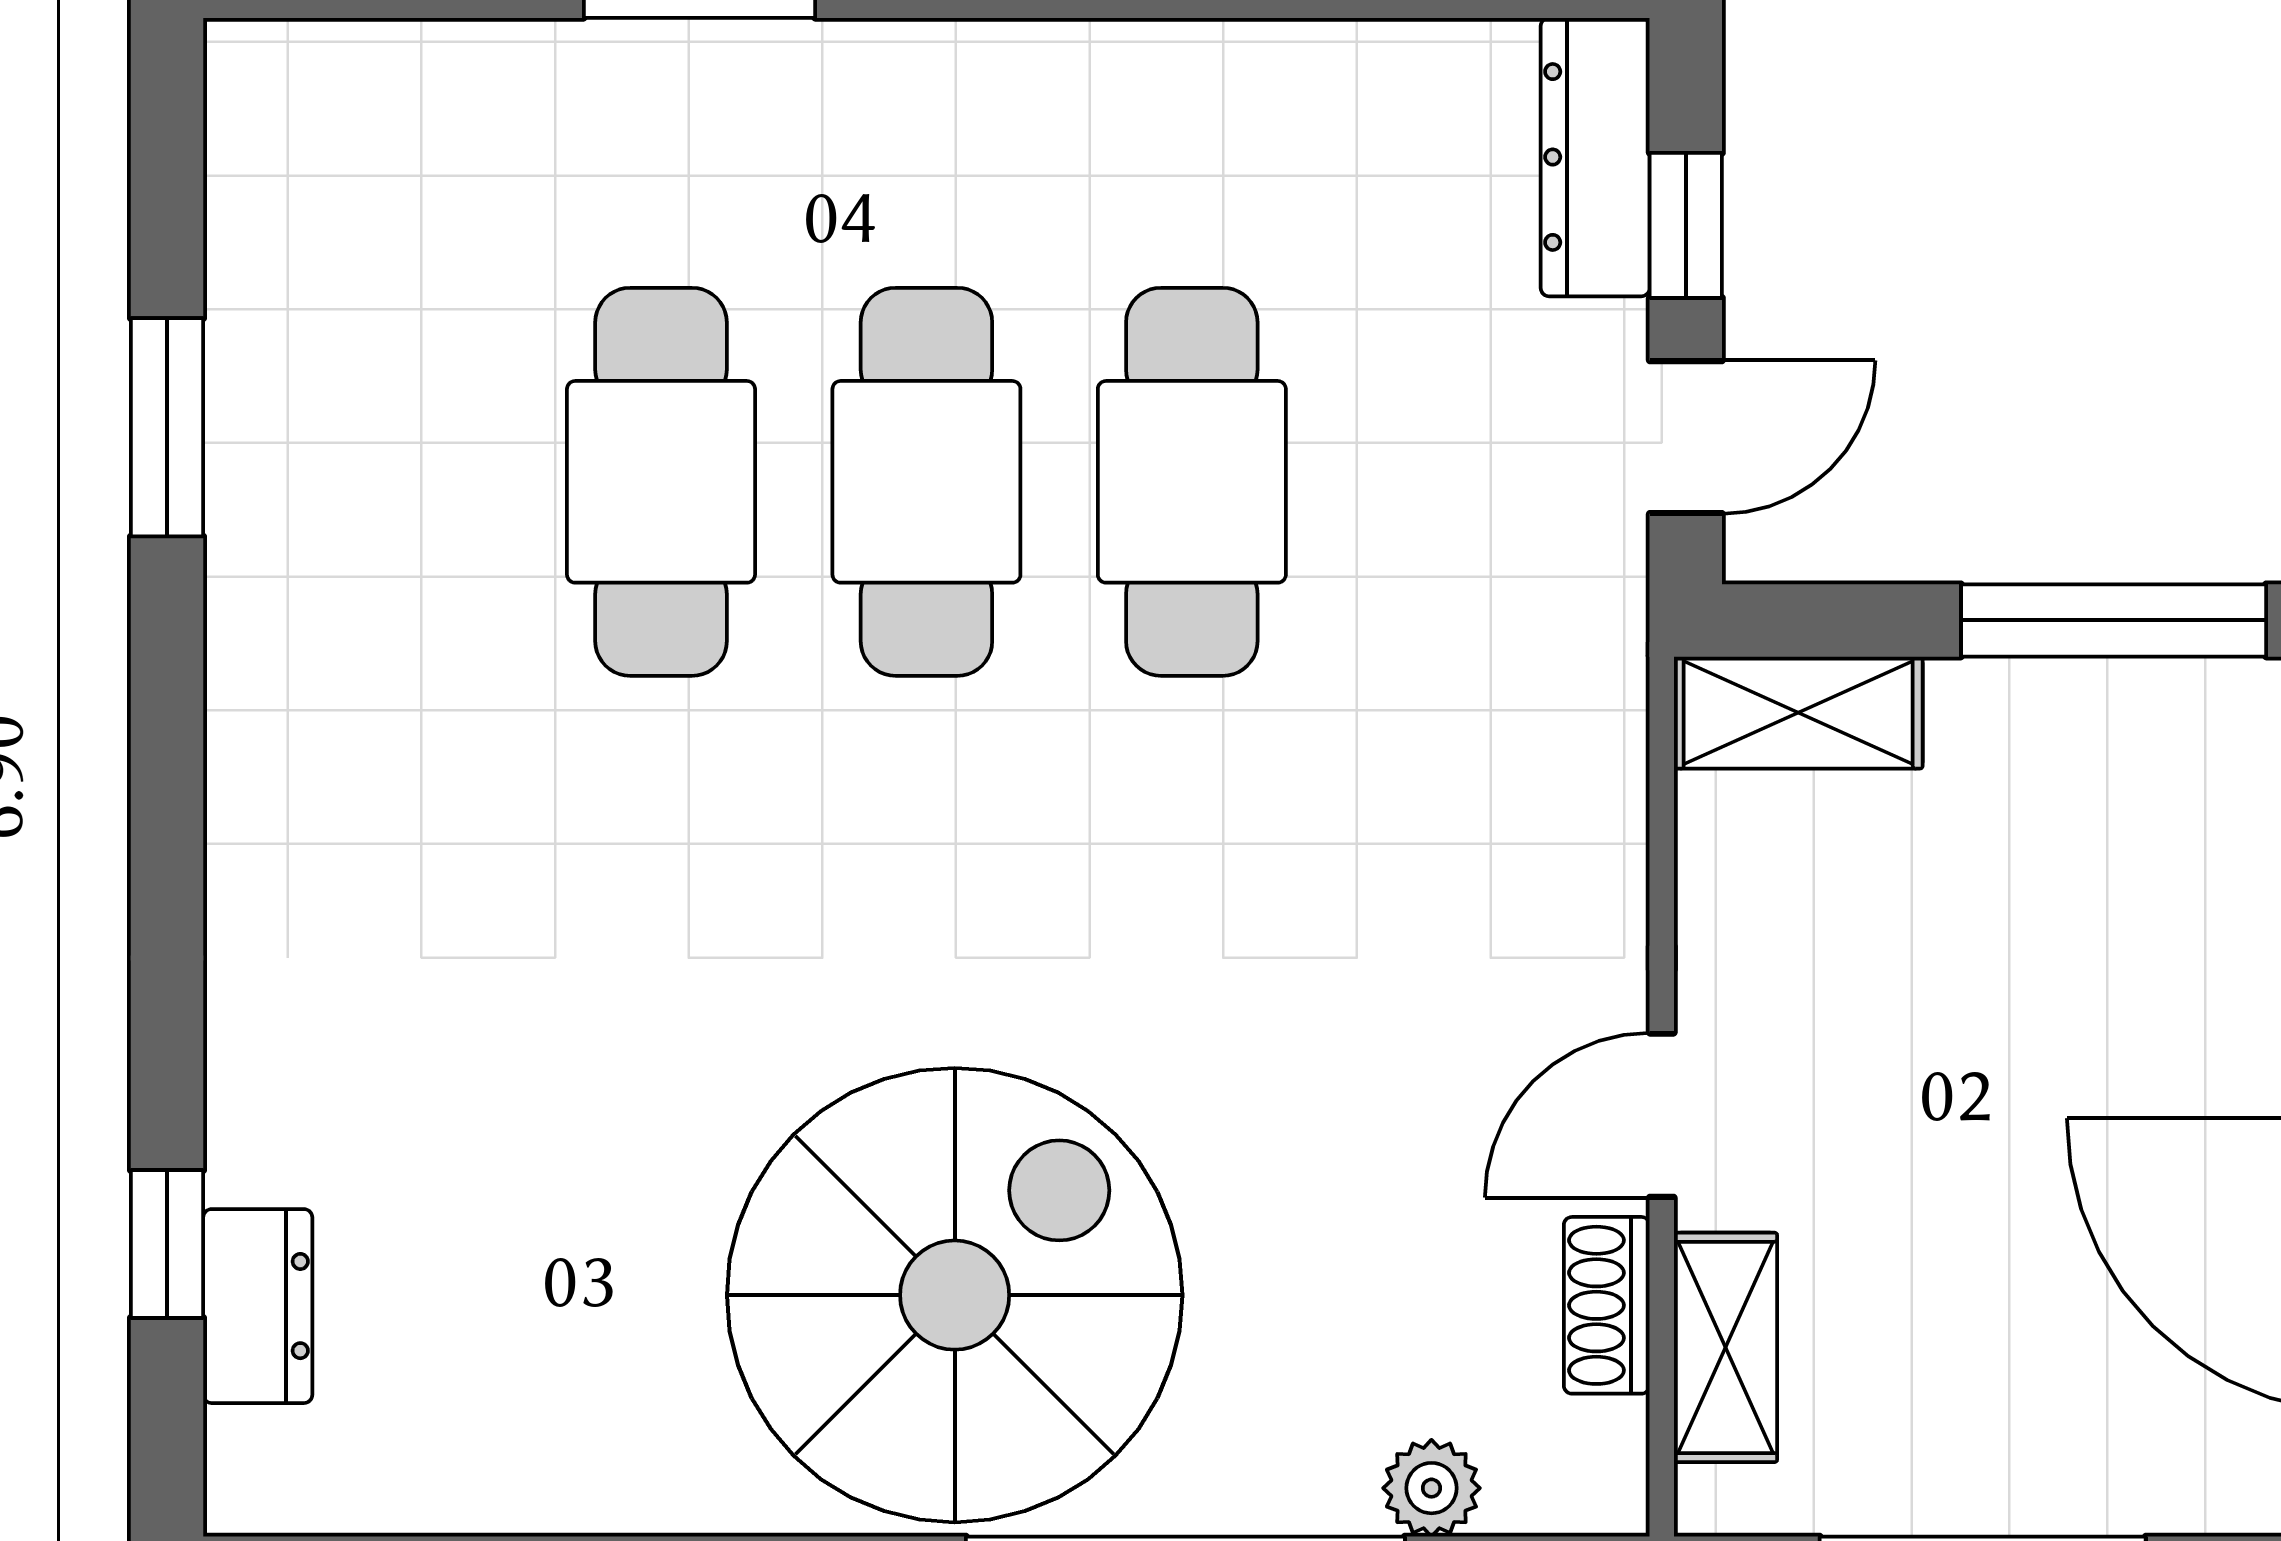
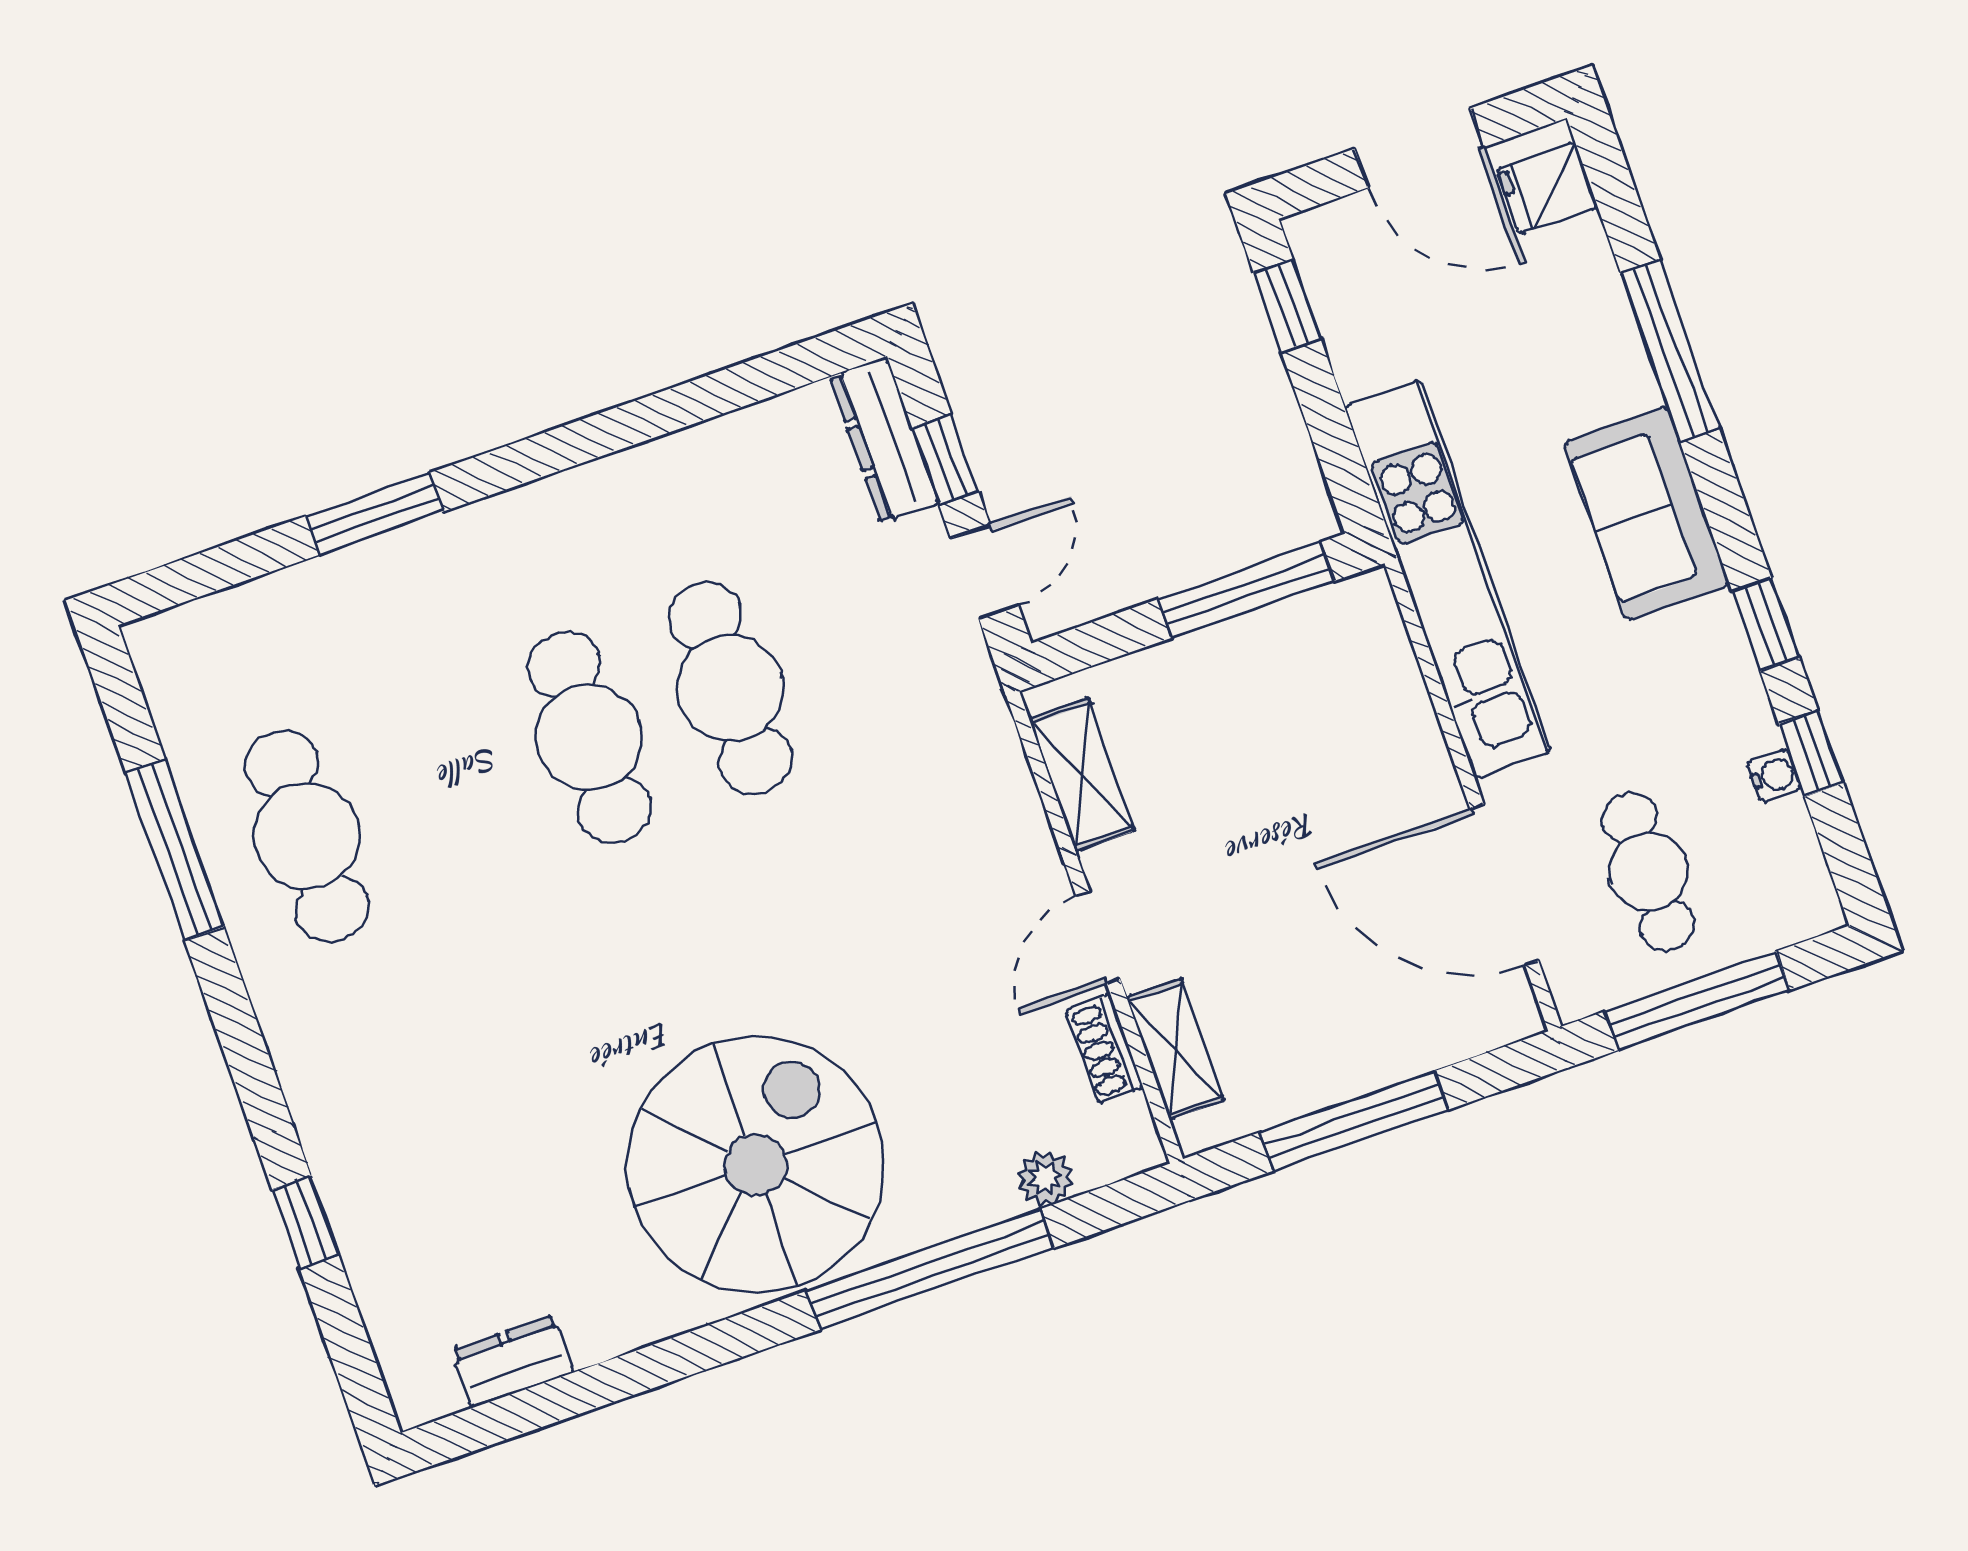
window: (167, 427) -> (175, 850), width x1.44
cafe table: (661, 482) -> (307, 836), moved
shelving: (1798, 713) -> (1082, 775), moved, turned 90
window: (167, 1244) -> (305, 1222), moved
dresser: (258, 1306) -> (513, 1361), moved, turned -90

